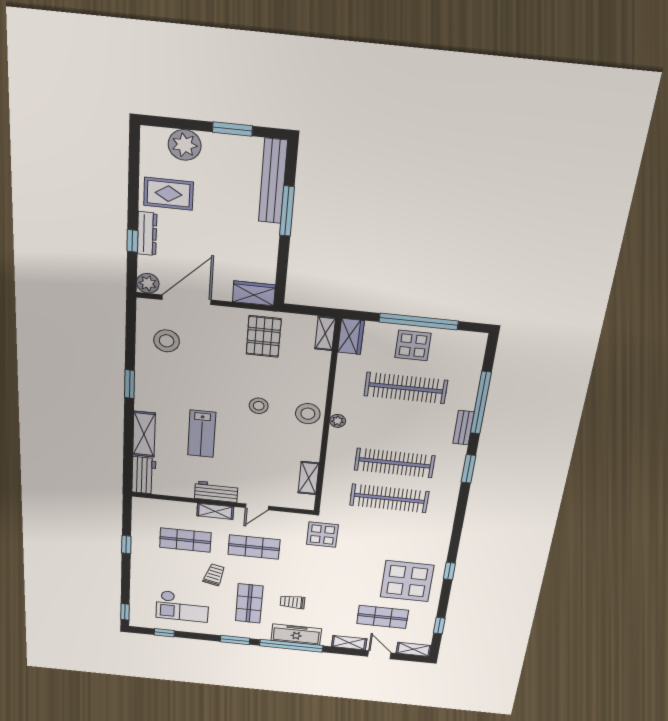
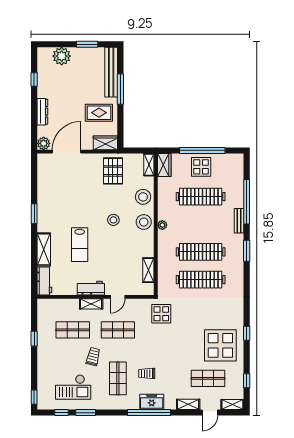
rug: (168, 194) -> (99, 113), moved
window: (132, 241) -> (34, 79), moved
stool: (167, 341) -> (143, 197), moved
freezer: (296, 635) -> (152, 402), width x0.71
window: (235, 640) -> (86, 413), moved
door: (379, 655) -> (210, 413), swing flipped

